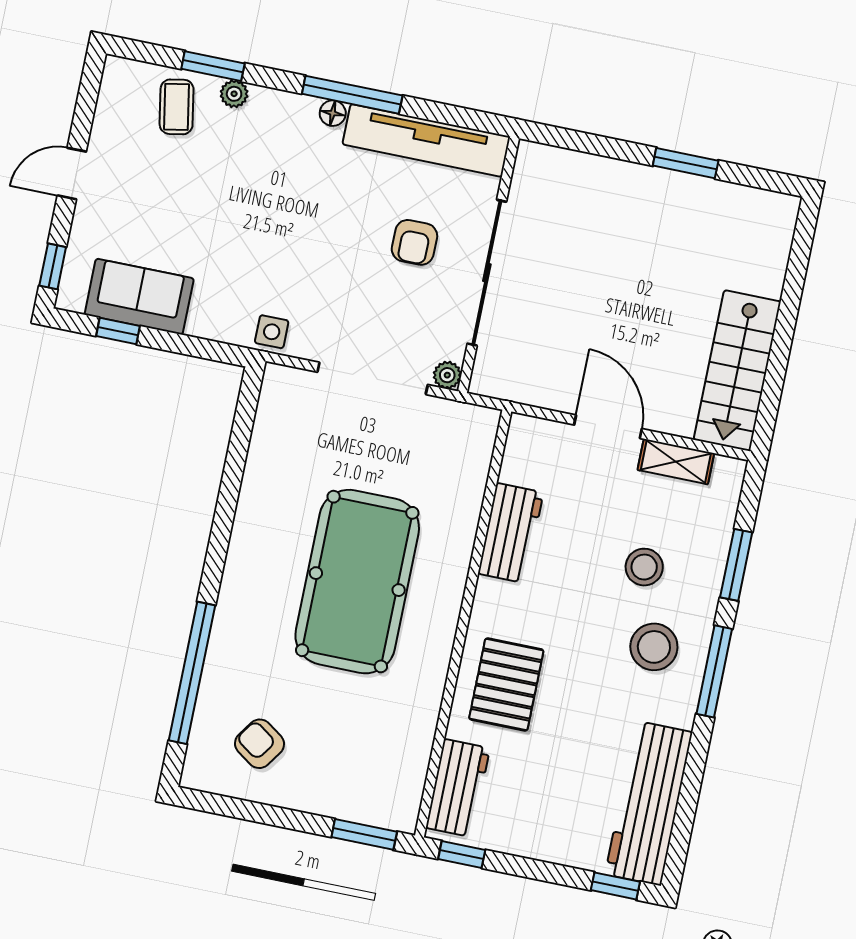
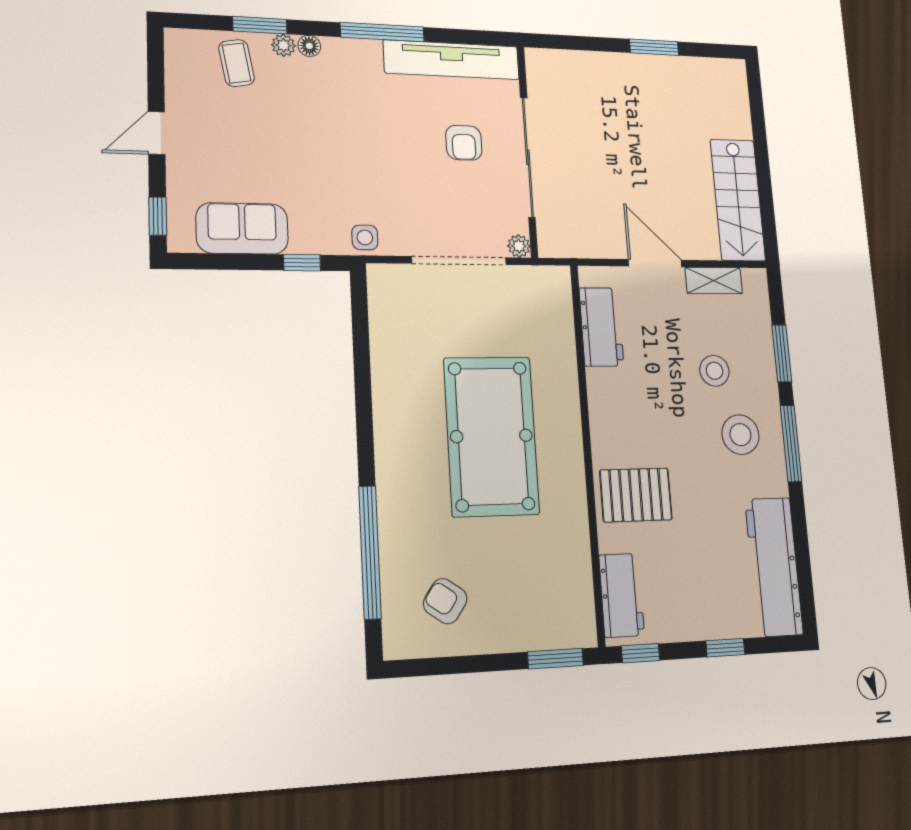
floor lamp: (333, 113) -> (309, 46), moved
window: (118, 331) -> (302, 263), moved
workbench: (511, 533) -> (601, 327), moved
pallet: (506, 684) -> (636, 495), turned 90
window: (615, 886) -> (725, 648), moved

